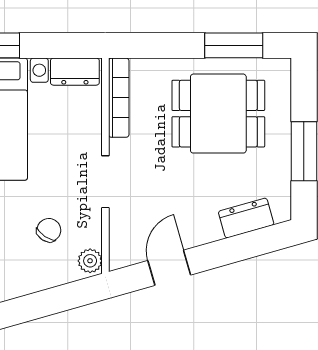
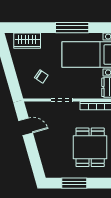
dresser: (246, 218) -> (46, 159), removed
plant: (90, 261) -> (29, 94), removed

